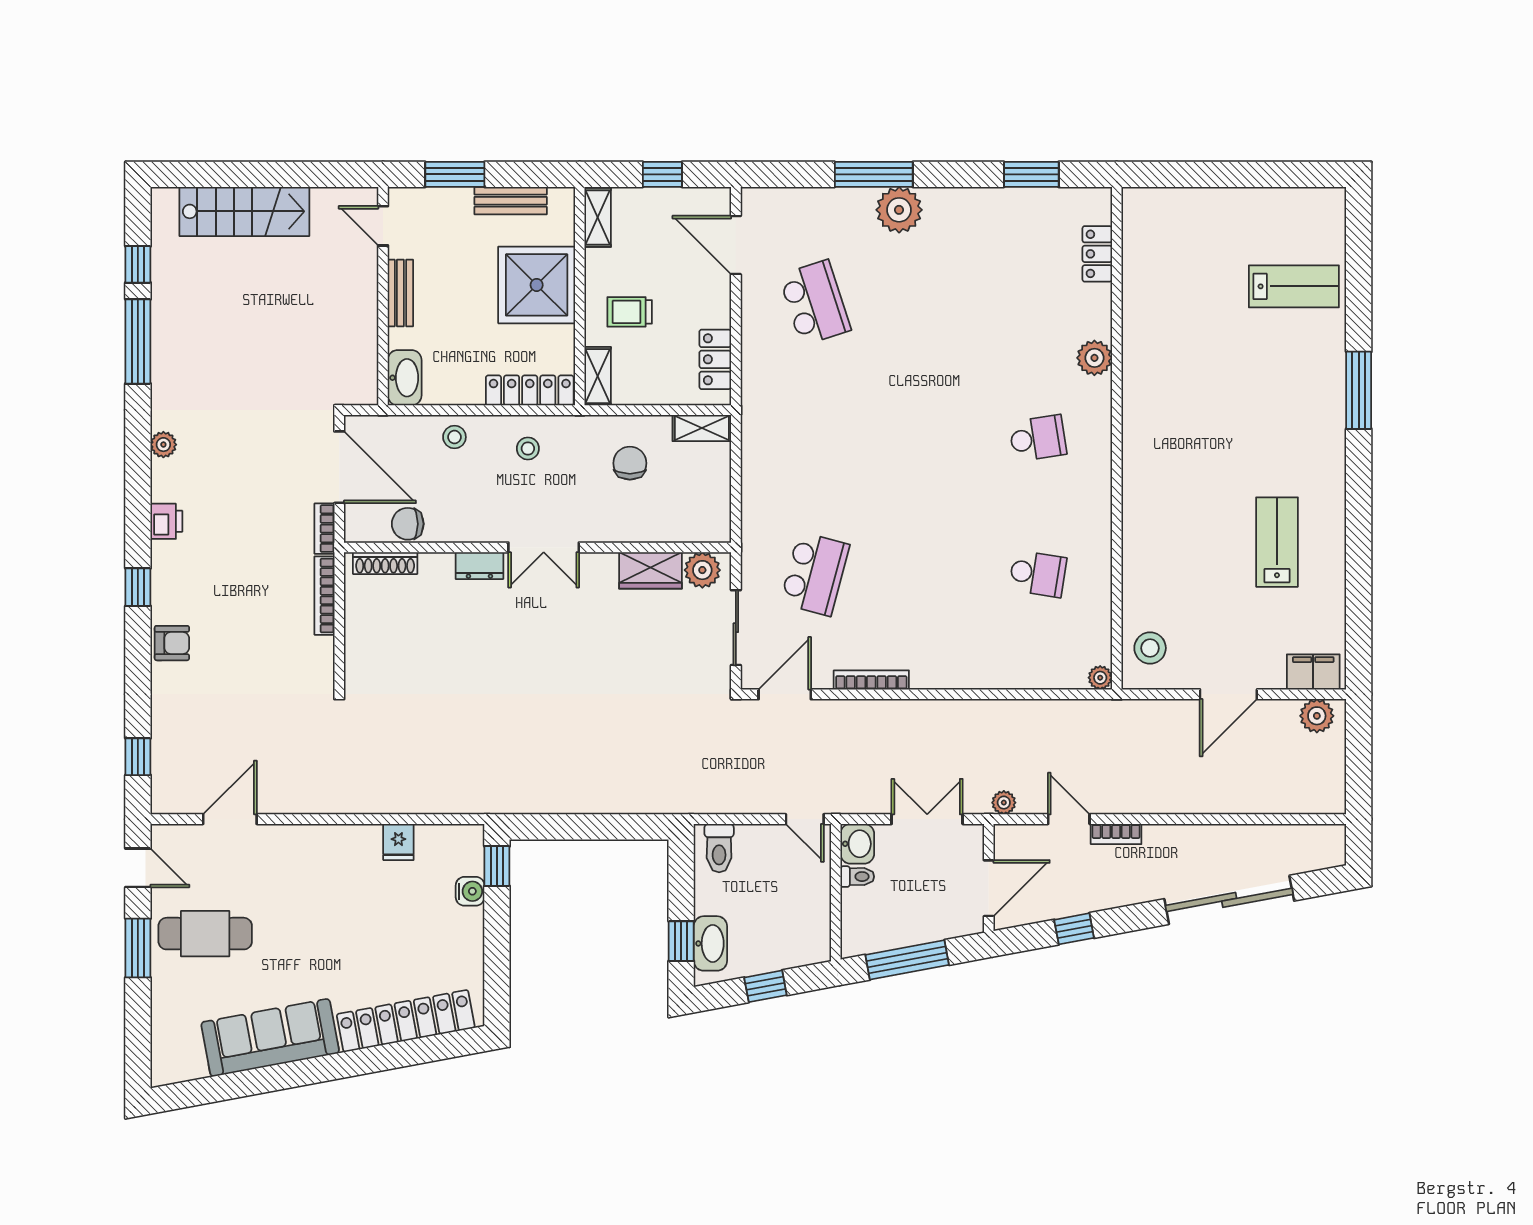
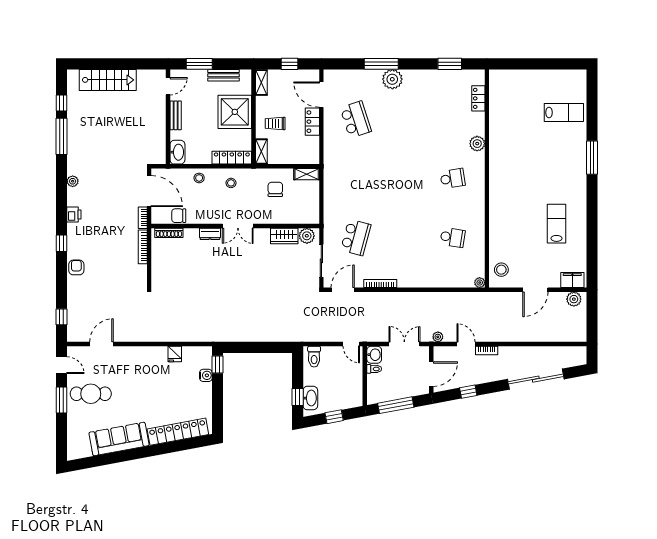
door: (383, 226) -> (168, 86), swing flipped
locker: (715, 359) -> (312, 122), moved
armchair: (172, 643) -> (76, 267), turned -90

